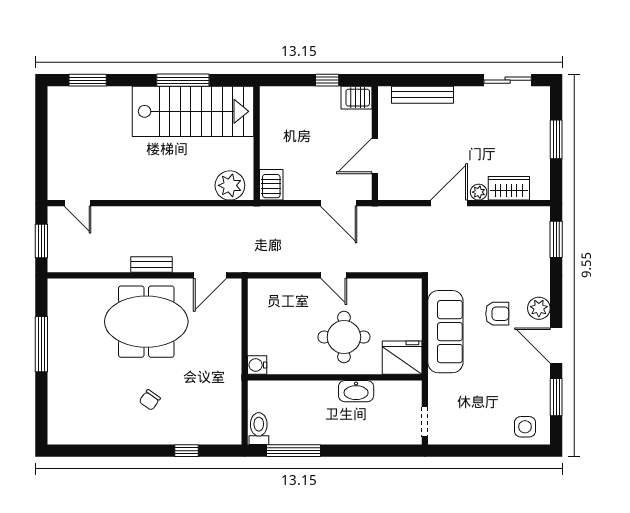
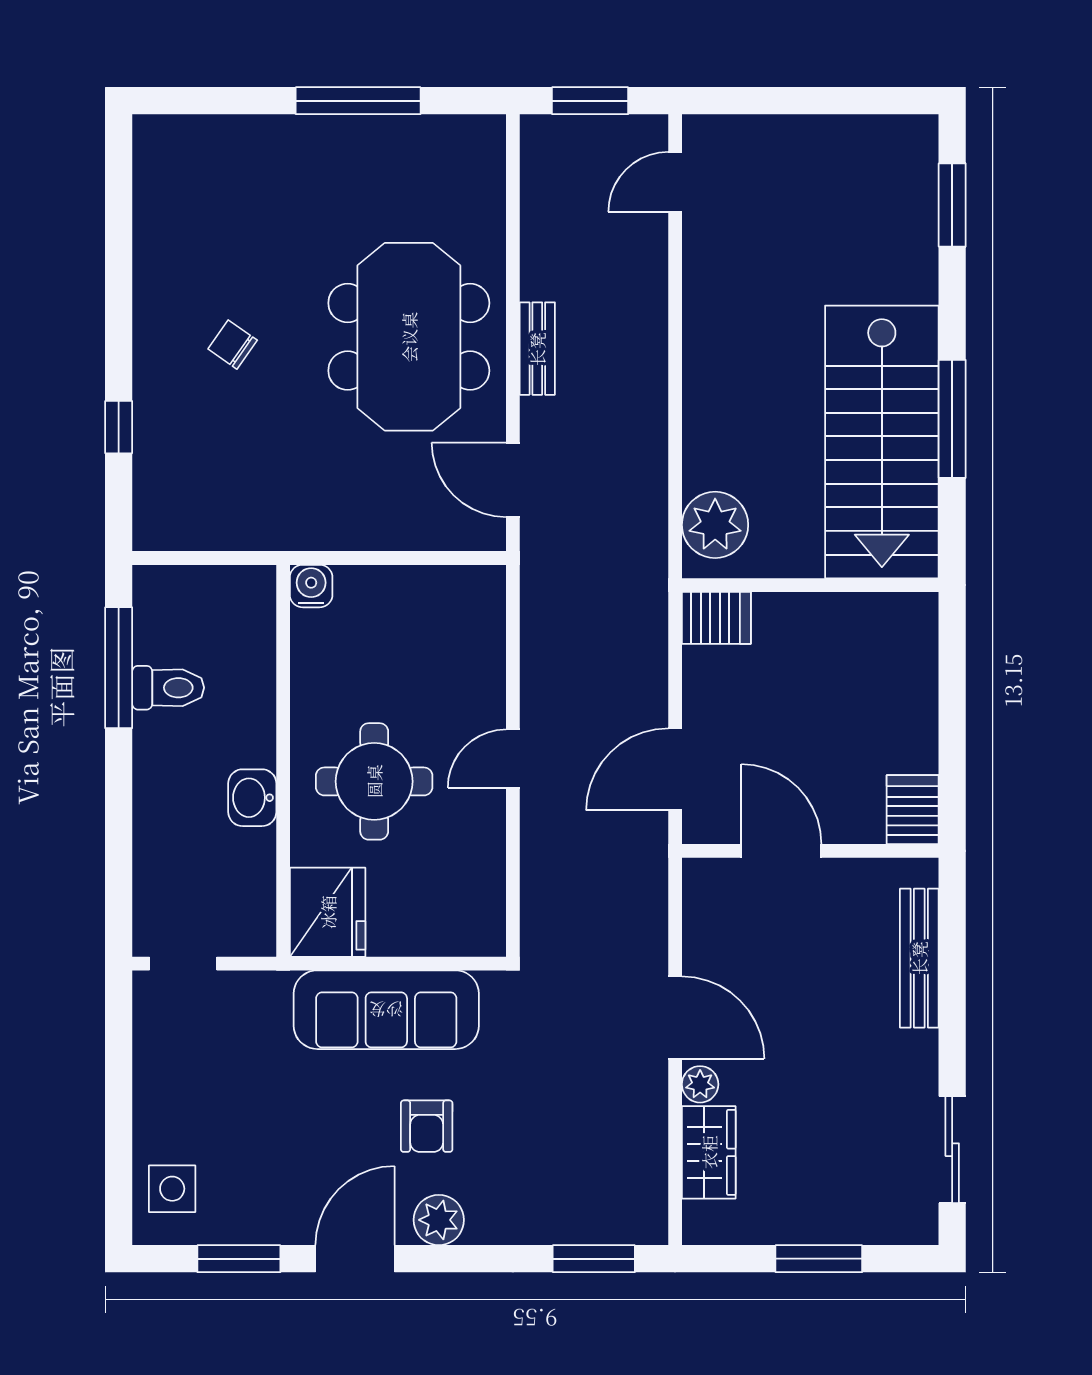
window: (327, 80) -> (952, 744), removed
washbasin: (356, 391) -> (252, 798), width x0.72
toilet: (259, 429) -> (168, 688), moved

